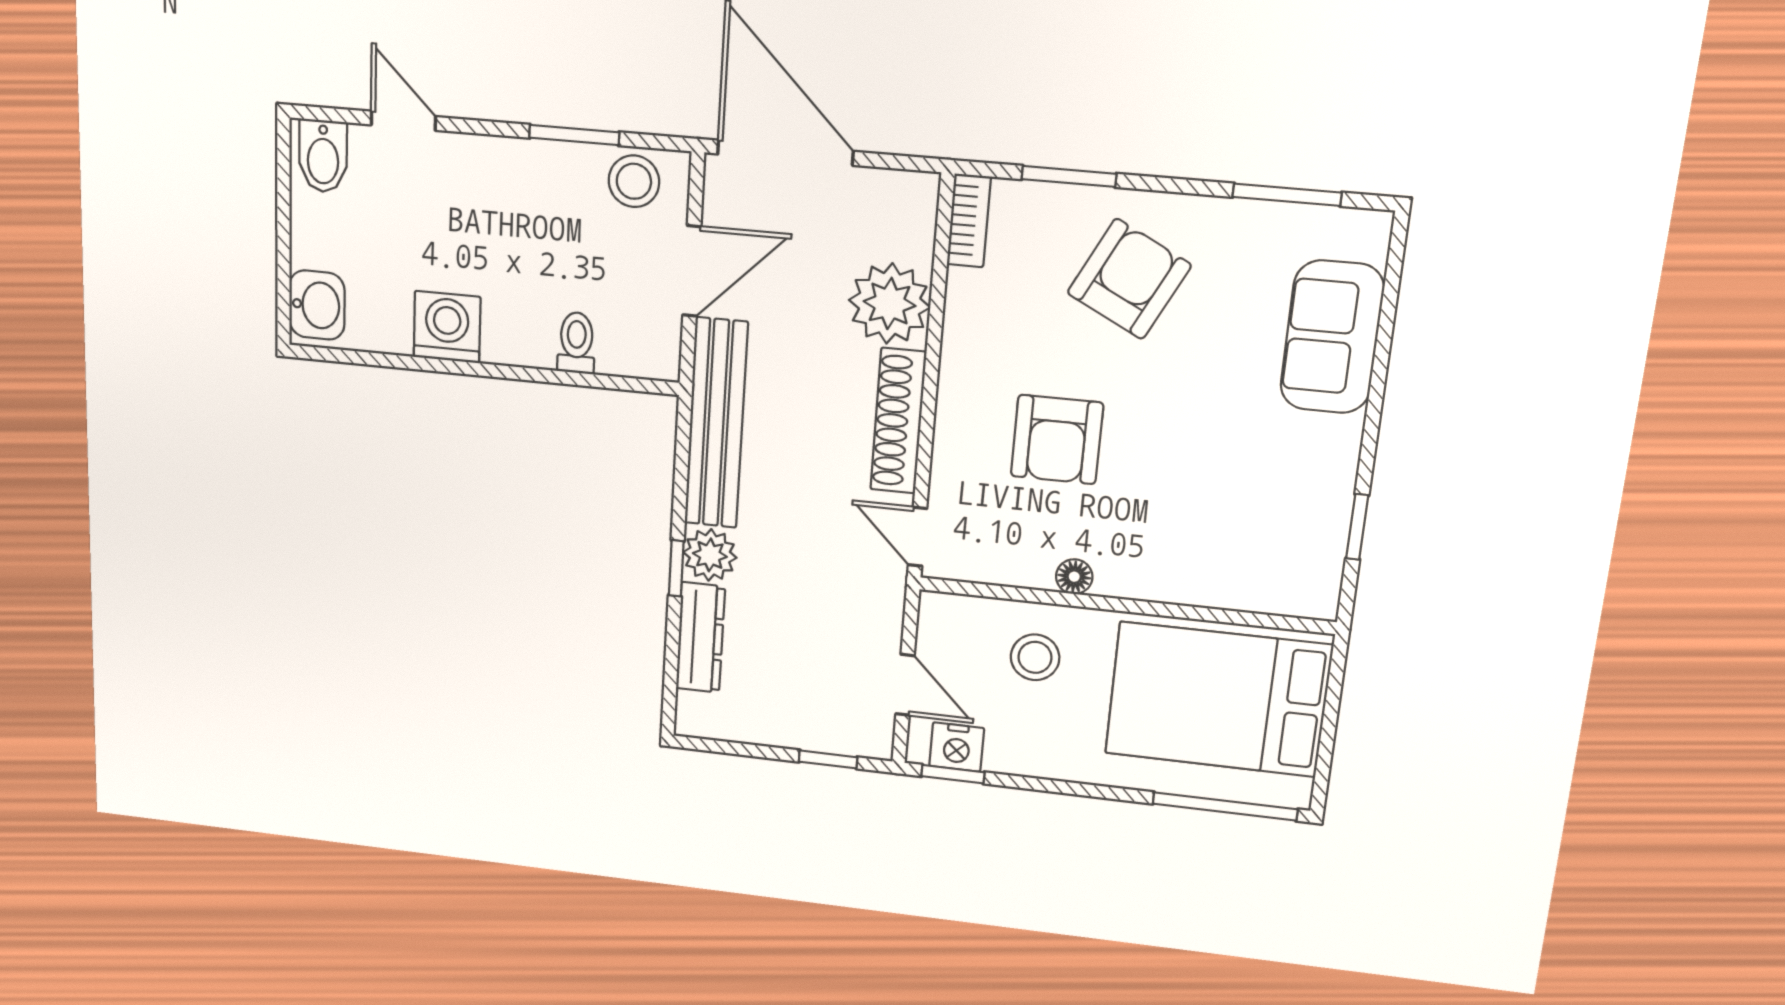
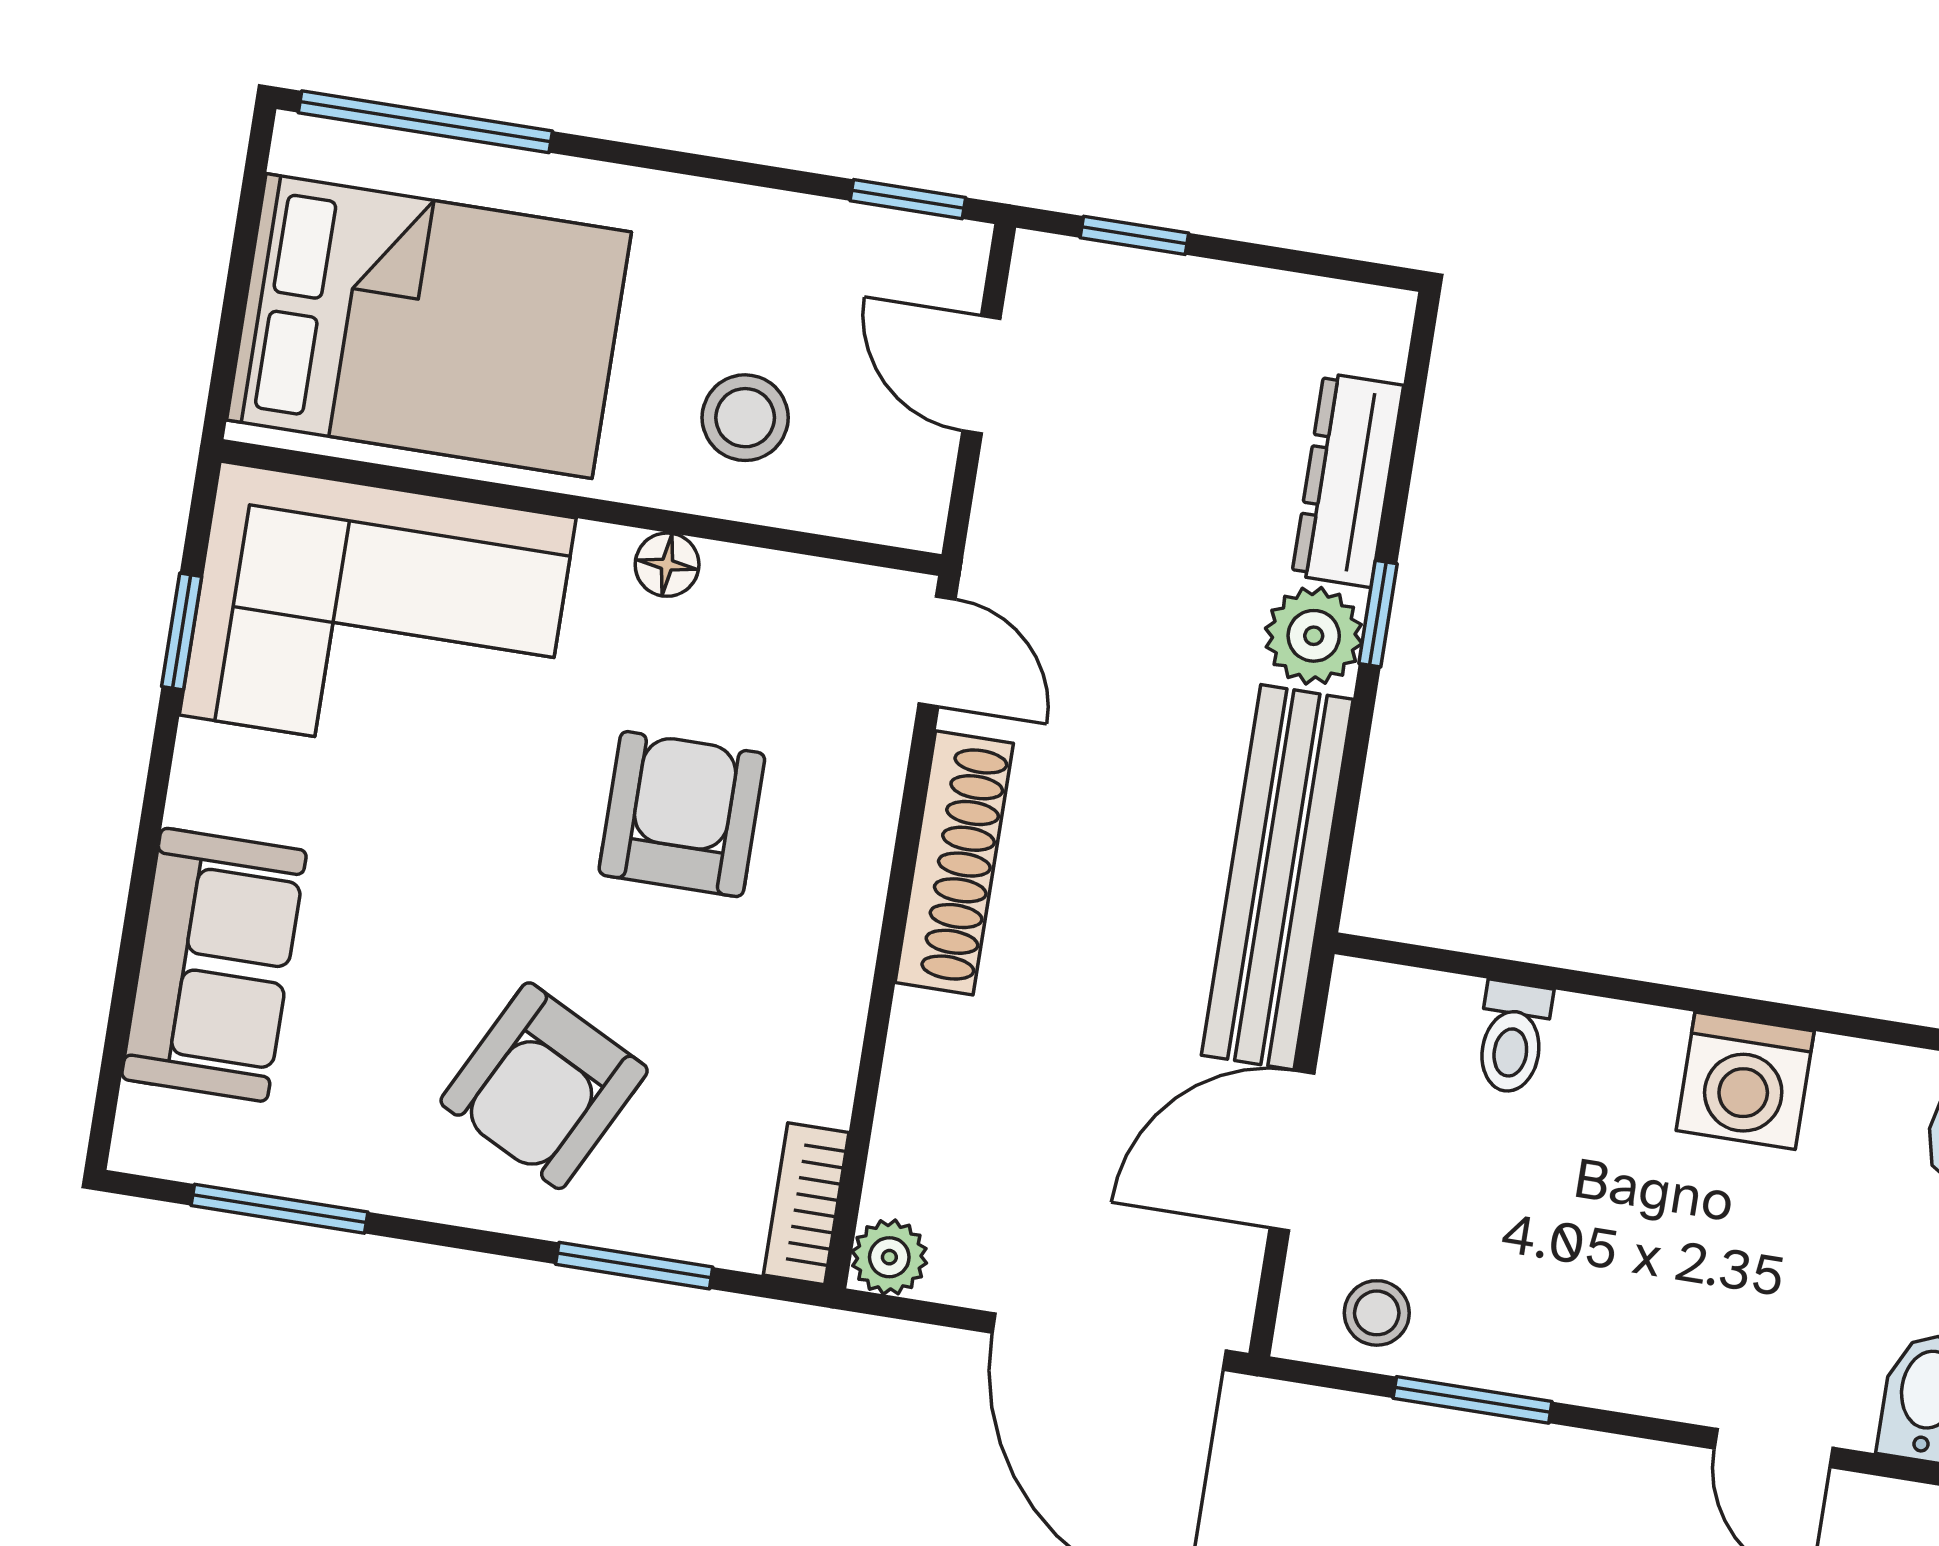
stool: (634, 181) -> (1377, 1313), width x0.73, depth x0.73
plant: (889, 304) -> (889, 1257), moved, width x0.53, depth x0.53
corner sofa: (1241, 541) -> (378, 616), added
nightstand: (957, 747) -> (897, 252), removed

